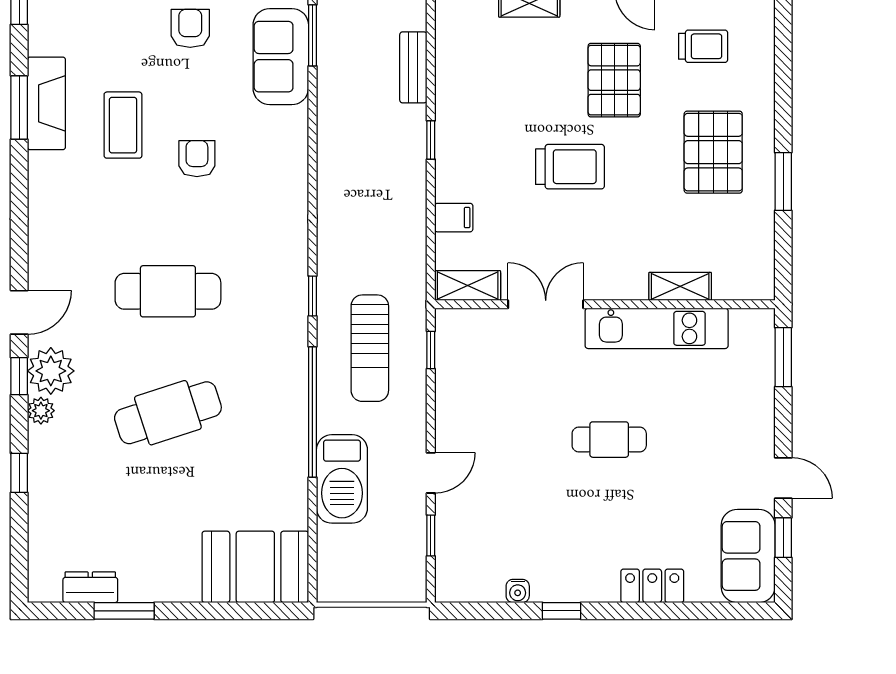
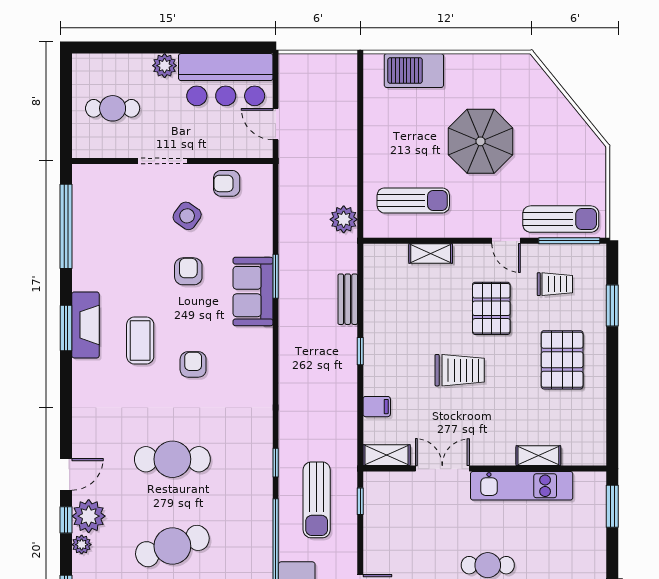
window: (783, 181) -> (612, 306), moved

